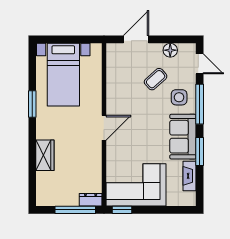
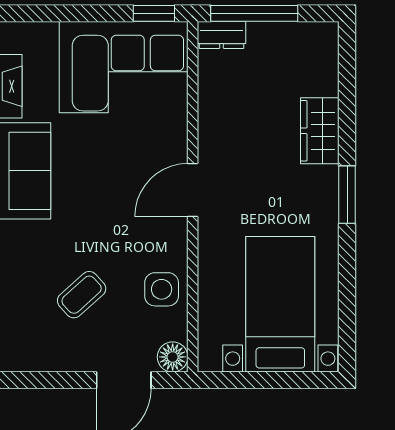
floor lamp: (170, 50) -> (173, 357), moved
side table: (179, 97) -> (162, 289), moved
window: (32, 104) -> (347, 195), moved

